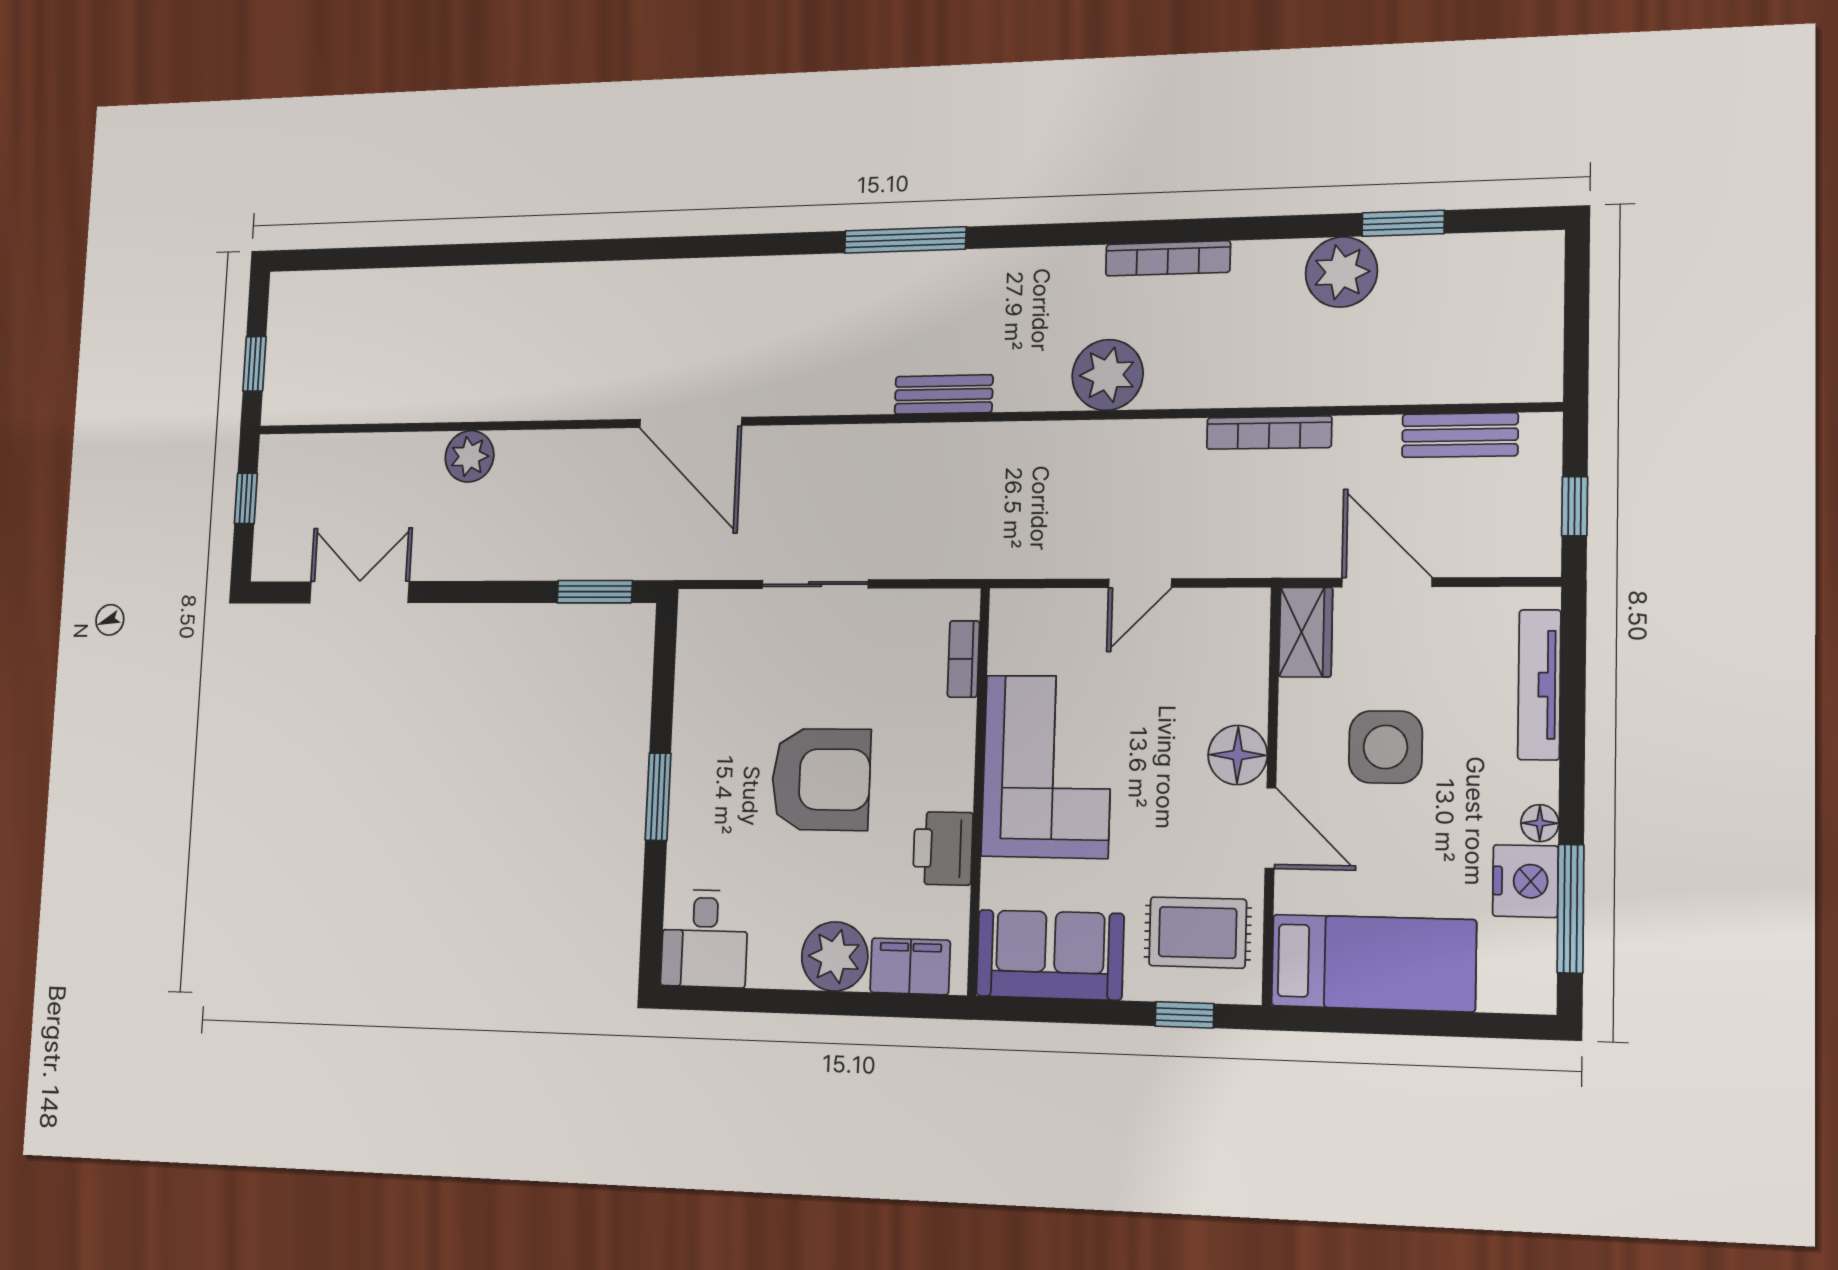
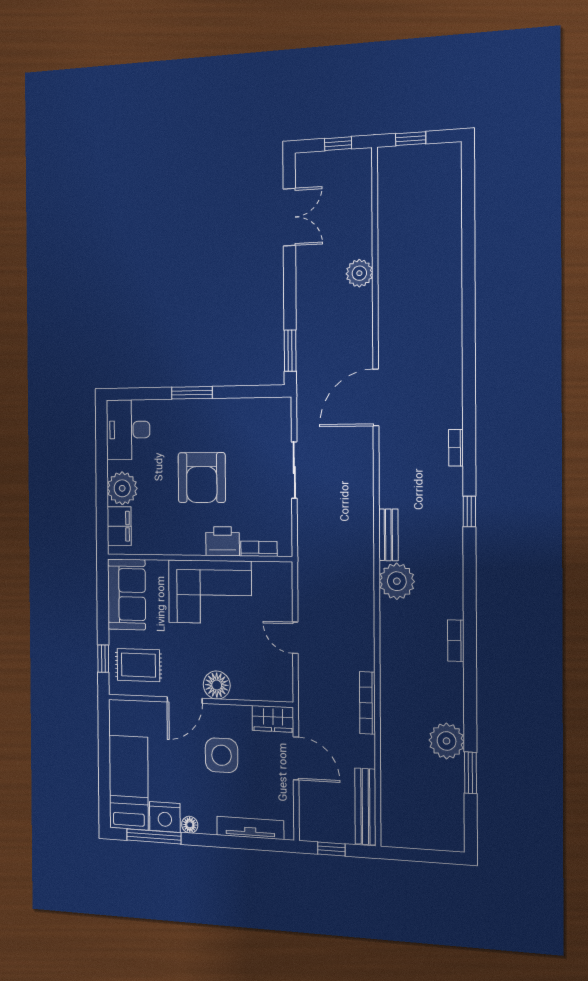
window: (905, 240) -> (469, 511), width x0.46
bookcase: (1168, 258) -> (456, 641), width x0.64
bookcase: (789, 268) -> (456, 448), added
plant: (1108, 375) -> (397, 581), moved
bench: (1460, 435) -> (365, 806), width x1.36
door: (1387, 582) -> (296, 758), hinge flipped
printer: (943, 848) -> (223, 541), moved
rug: (1198, 933) -> (138, 665), turned 90
desk: (705, 938) -> (128, 430), width x1.37
bed: (1373, 963) -> (129, 783), moved, turned 180

